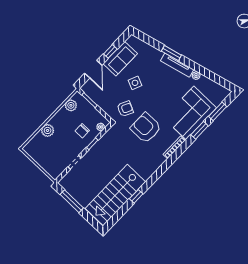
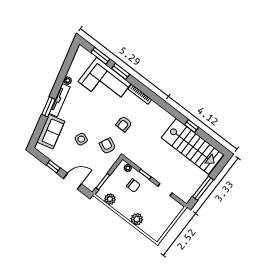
sofa: (120, 59) -> (51, 132), moved, turned 76
armchair: (146, 128) -> (124, 124), width x0.53, depth x0.53

